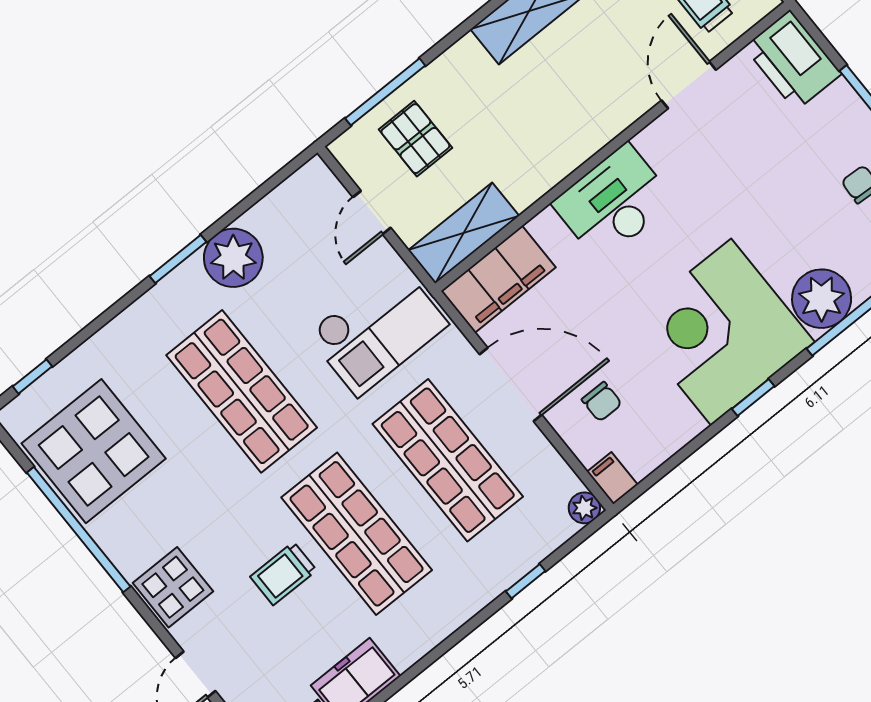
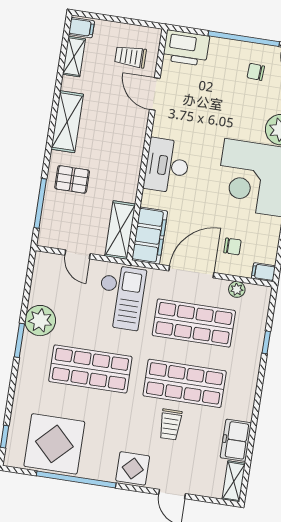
pallet: (415, 139) -> (72, 179), moved
plant: (584, 508) -> (237, 289), moved

